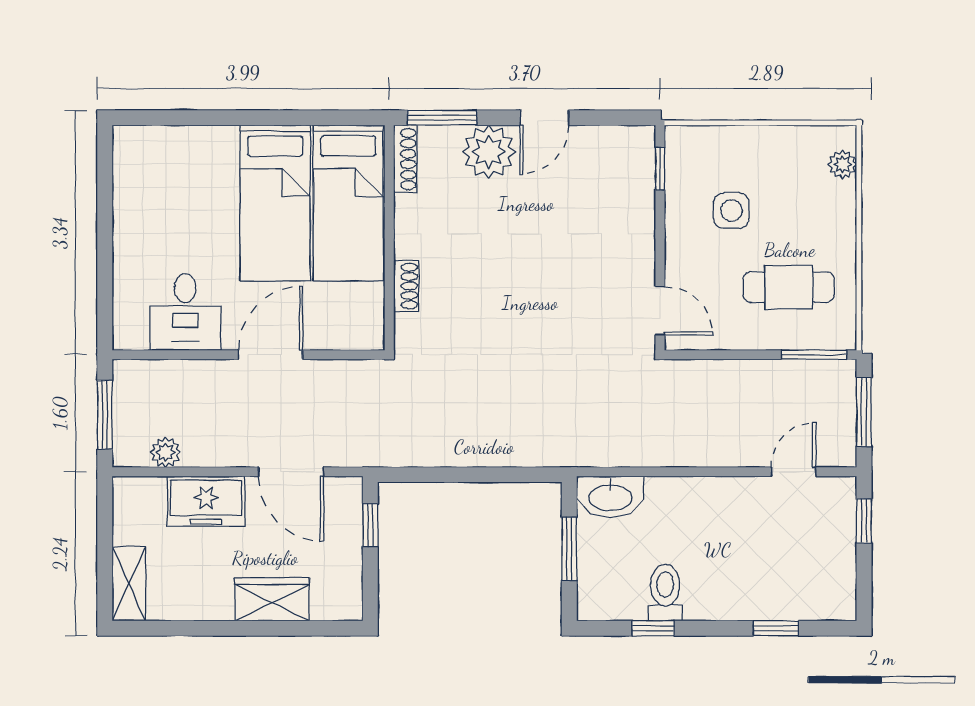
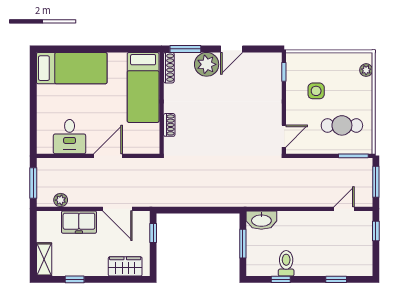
bed: (275, 203) -> (72, 68), moved, turned -90
door: (660, 311) -> (284, 136), hinge flipped
wardrobe: (272, 599) -> (125, 266), moved
window: (197, 628) -> (75, 279), added

